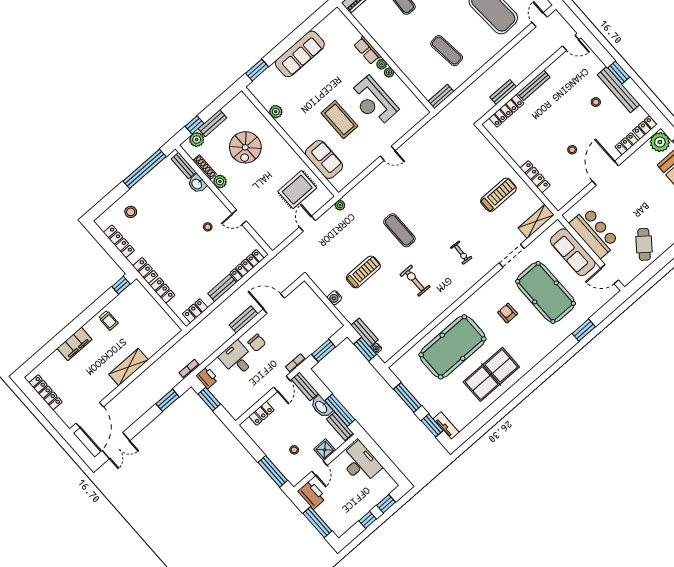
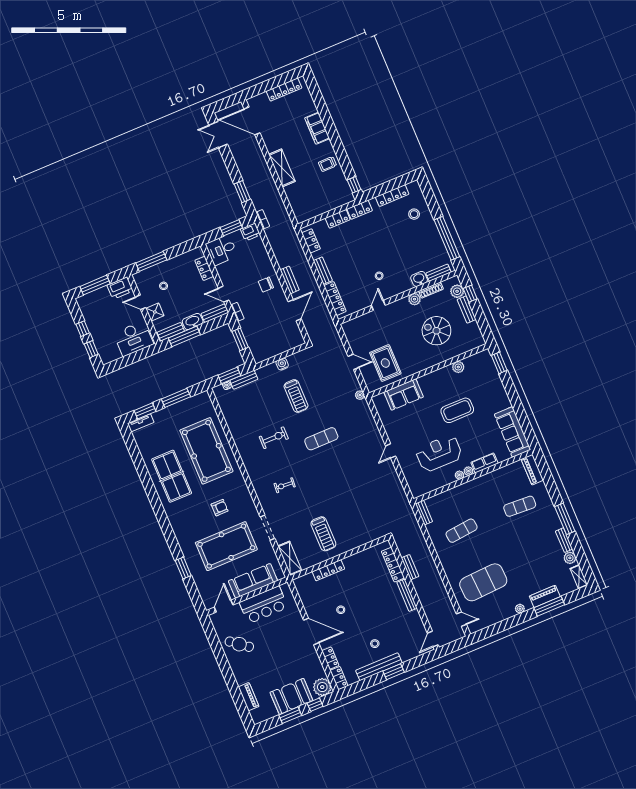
sofa: (300, 54) -> (513, 432), moved
coffee table: (339, 119) -> (457, 410), moved
desk: (237, 359) -> (222, 250), moved, turned 180

